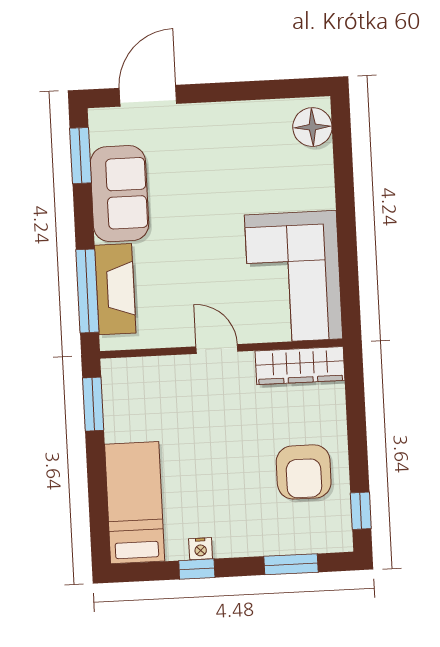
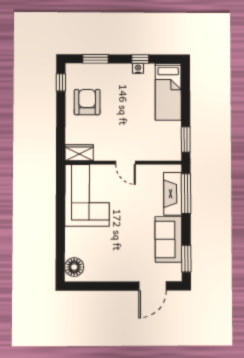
wardrobe: (300, 366) -> (79, 153), width x0.67

